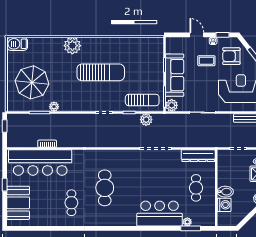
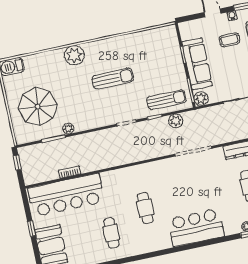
sun lounger: (101, 72) -> (113, 79), width x0.73, depth x0.75
cafe table: (105, 188) -> (145, 208), width x0.73, depth x0.74
bar counter: (160, 214) -> (196, 228), moved

